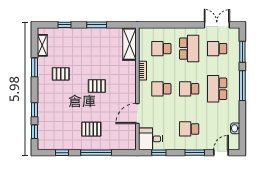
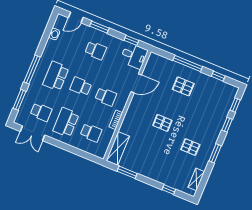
window: (97, 25) -> (127, 172), moved
window: (35, 67) -> (215, 153), moved
school desk: (189, 89) -> (81, 86), turned 180
school desk: (217, 89) -> (56, 76), turned 180

